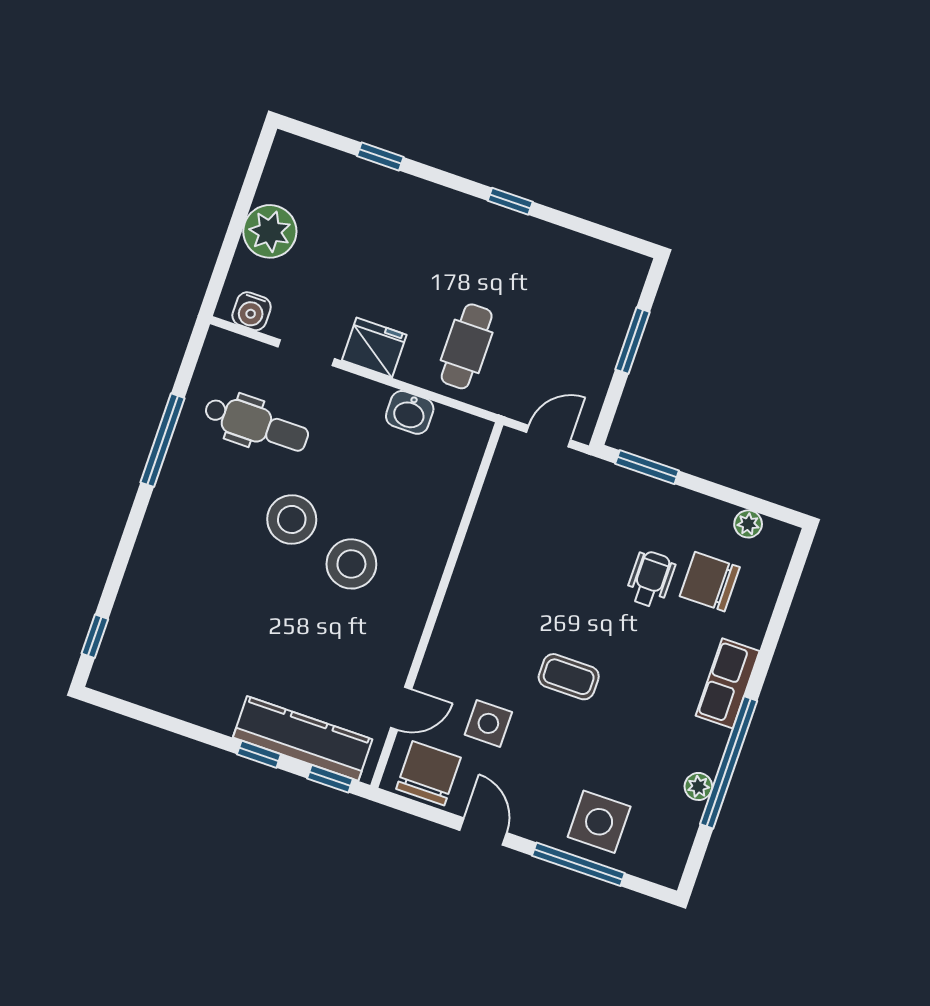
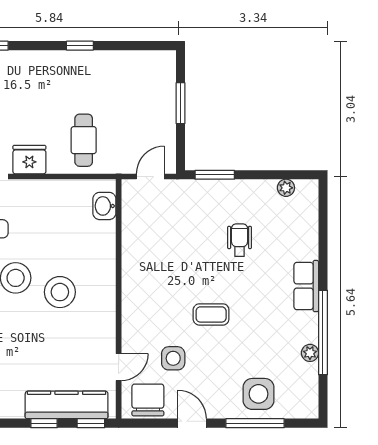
washbasin: (410, 412) -> (104, 206), moved, turned 90
chair: (710, 582) -> (275, 230), removed

